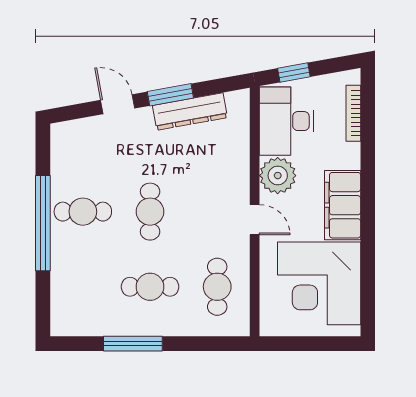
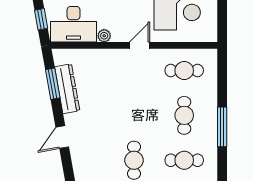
window: (170, 95) -> (53, 84), moved
plant: (278, 176) -> (104, 36), width x0.53, depth x0.53
cafe table: (150, 212) -> (184, 160), moved

